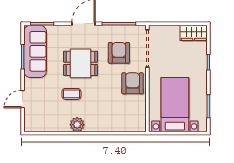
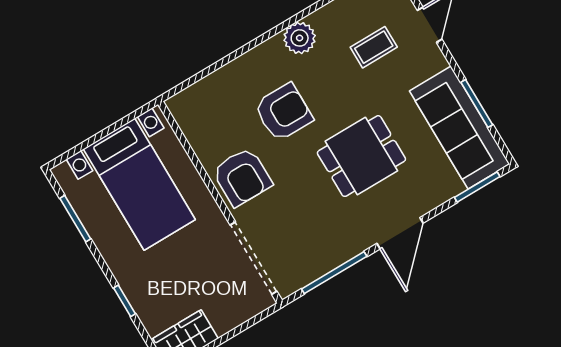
armchair: (119, 53) -> (283, 112), moved, turned -90
coffee table: (71, 94) -> (374, 47), moved

